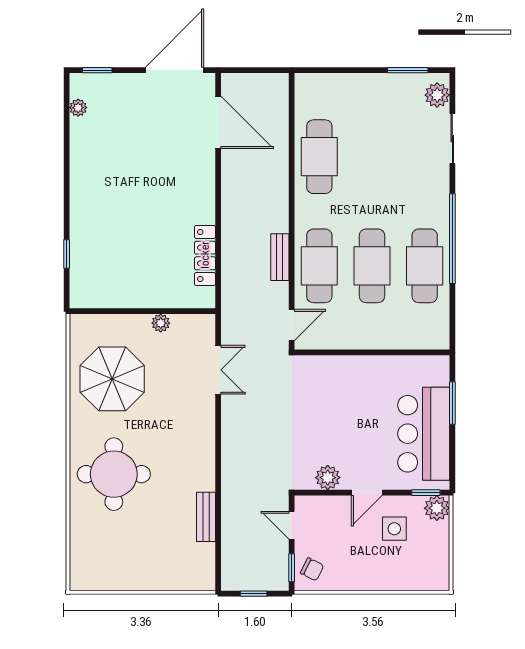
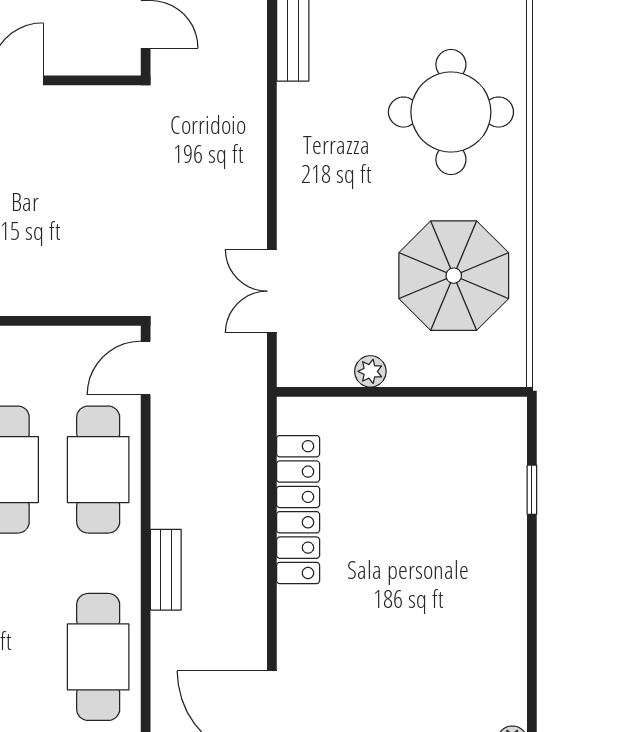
locker: (205, 255) -> (298, 510), width x1.41, depth x1.21
bench: (280, 257) -> (166, 570), moved
plant: (328, 478) -> (84, 106), removed

